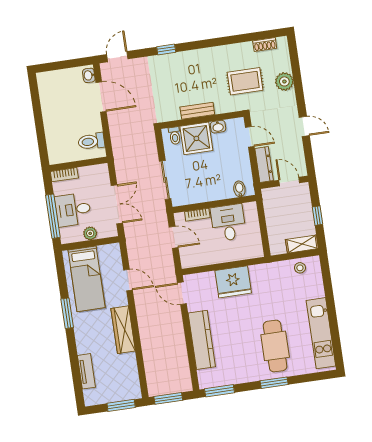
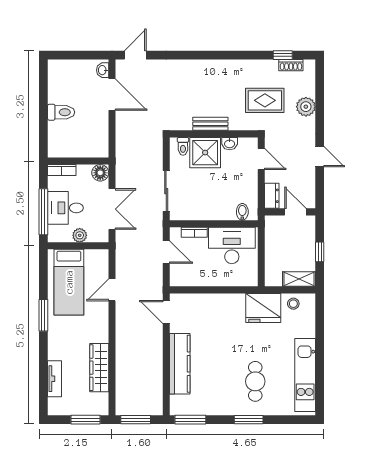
window: (166, 49) -> (283, 55), moved
toilet: (91, 141) -> (61, 112), moved, turned 180
dresser: (264, 164) -> (272, 196), width x0.70
floor lamp: (101, 172) -> (100, 173), added
desk: (228, 223) -> (232, 245), width x1.37
door: (128, 280) -> (112, 290), swing flipped
fridge: (233, 282) -> (263, 308), moved
wardrobe: (123, 330) -> (99, 368), moved
cafe table: (275, 346) -> (255, 381), width x0.73, depth x0.74

